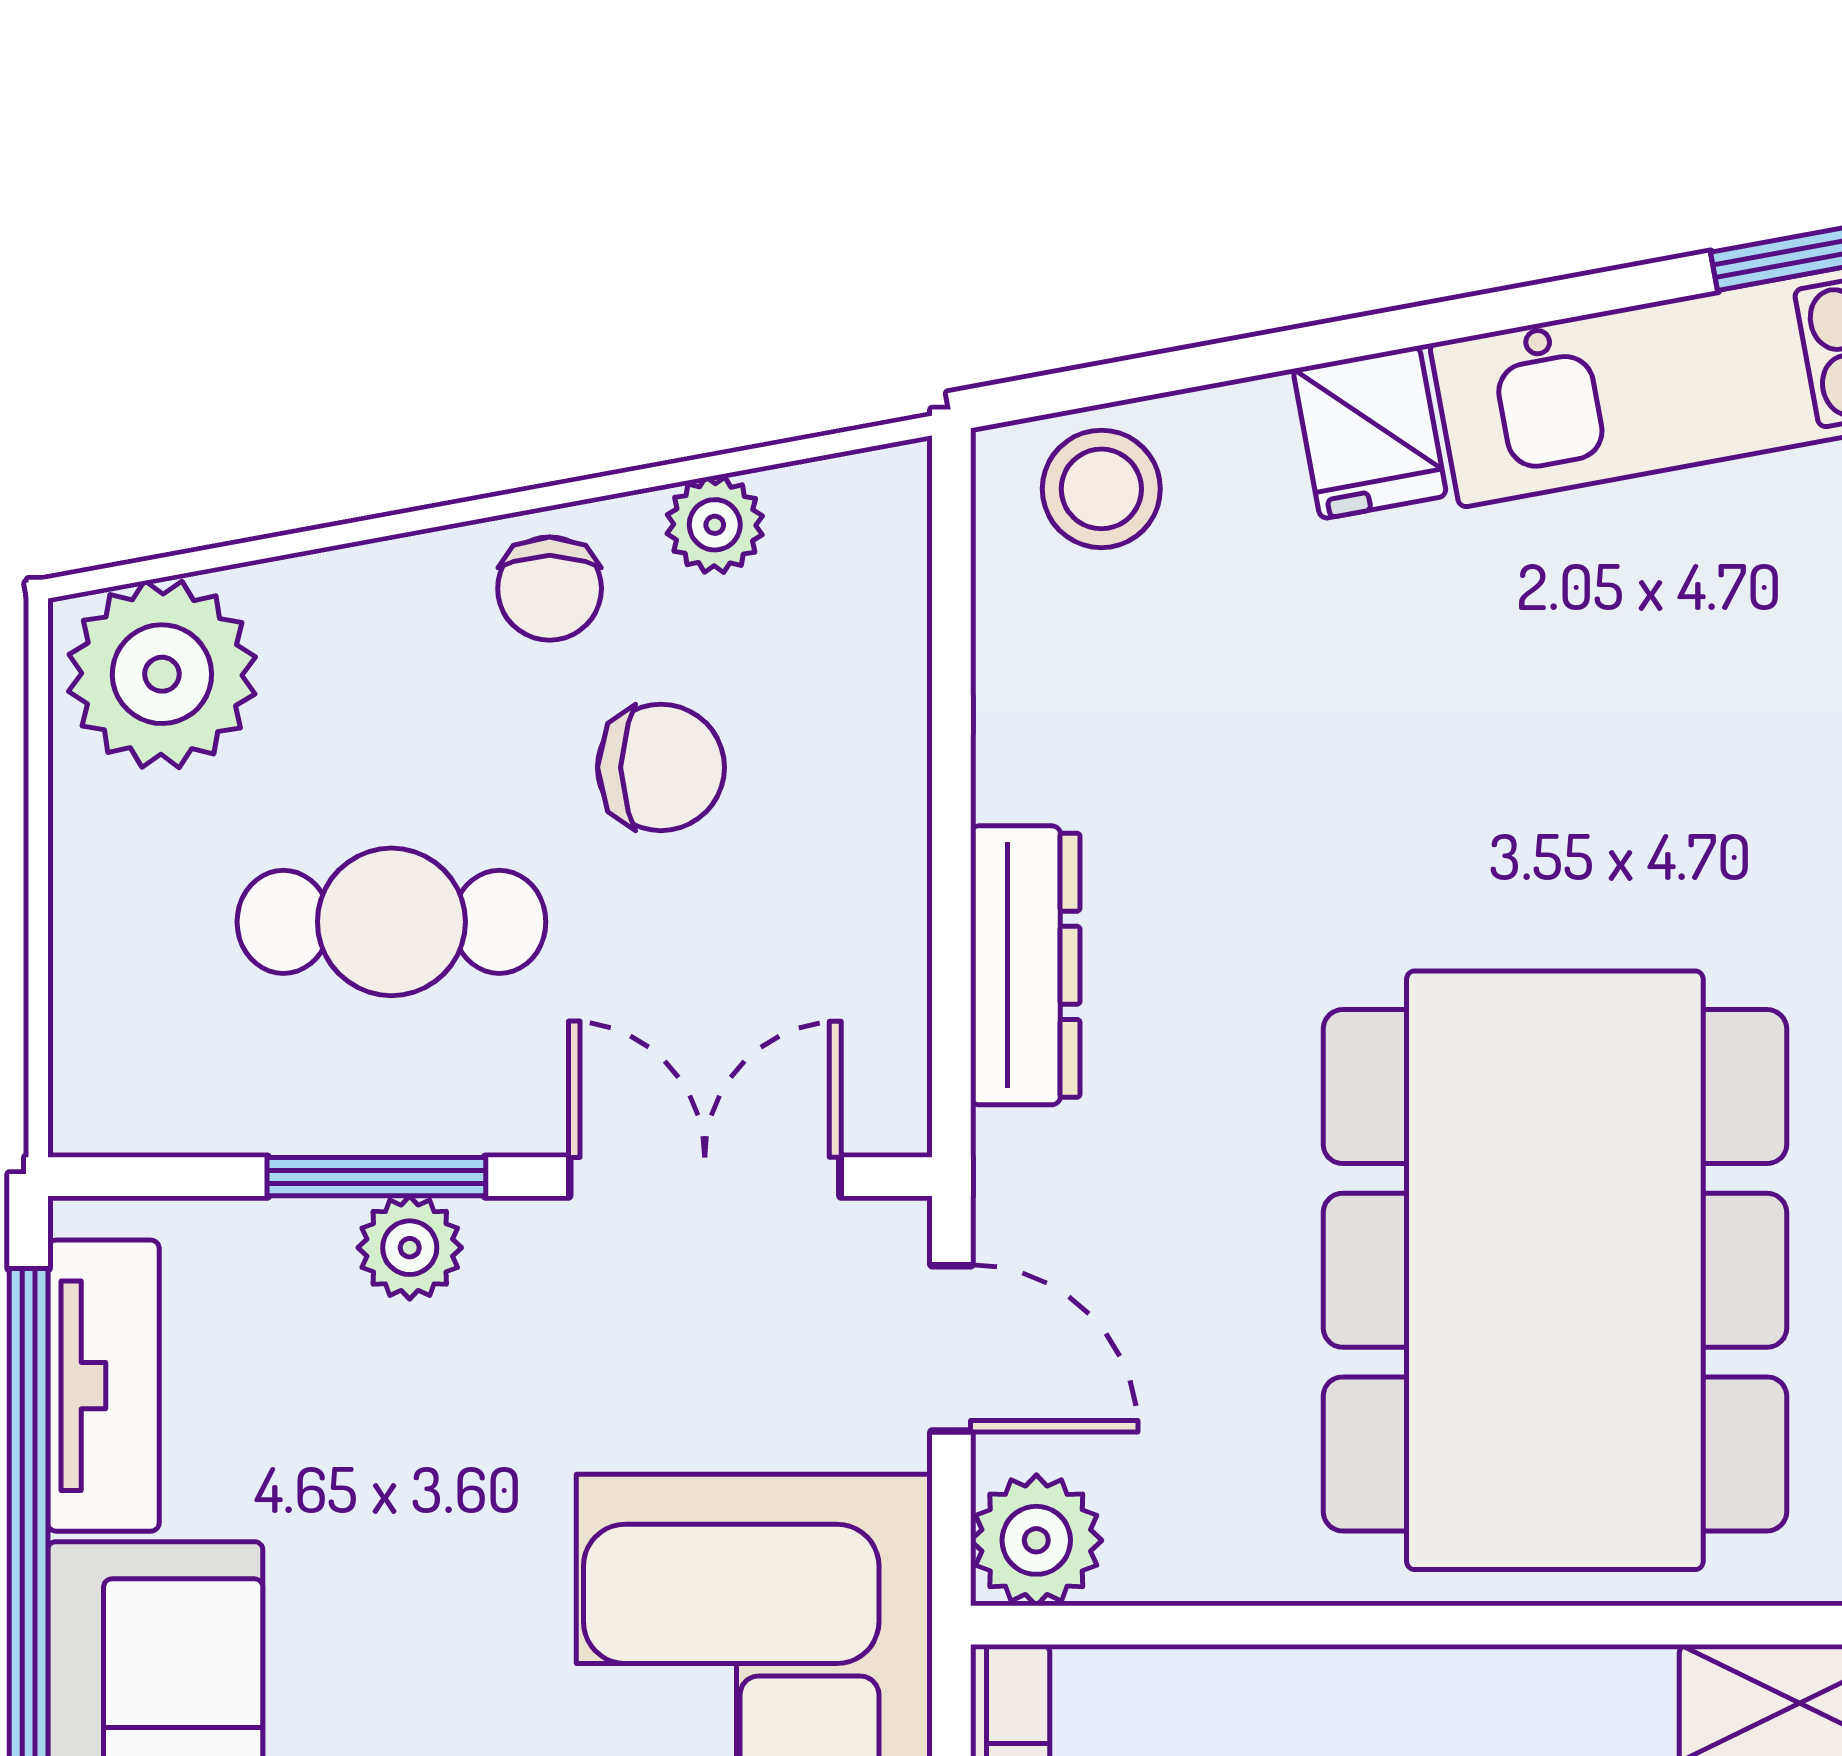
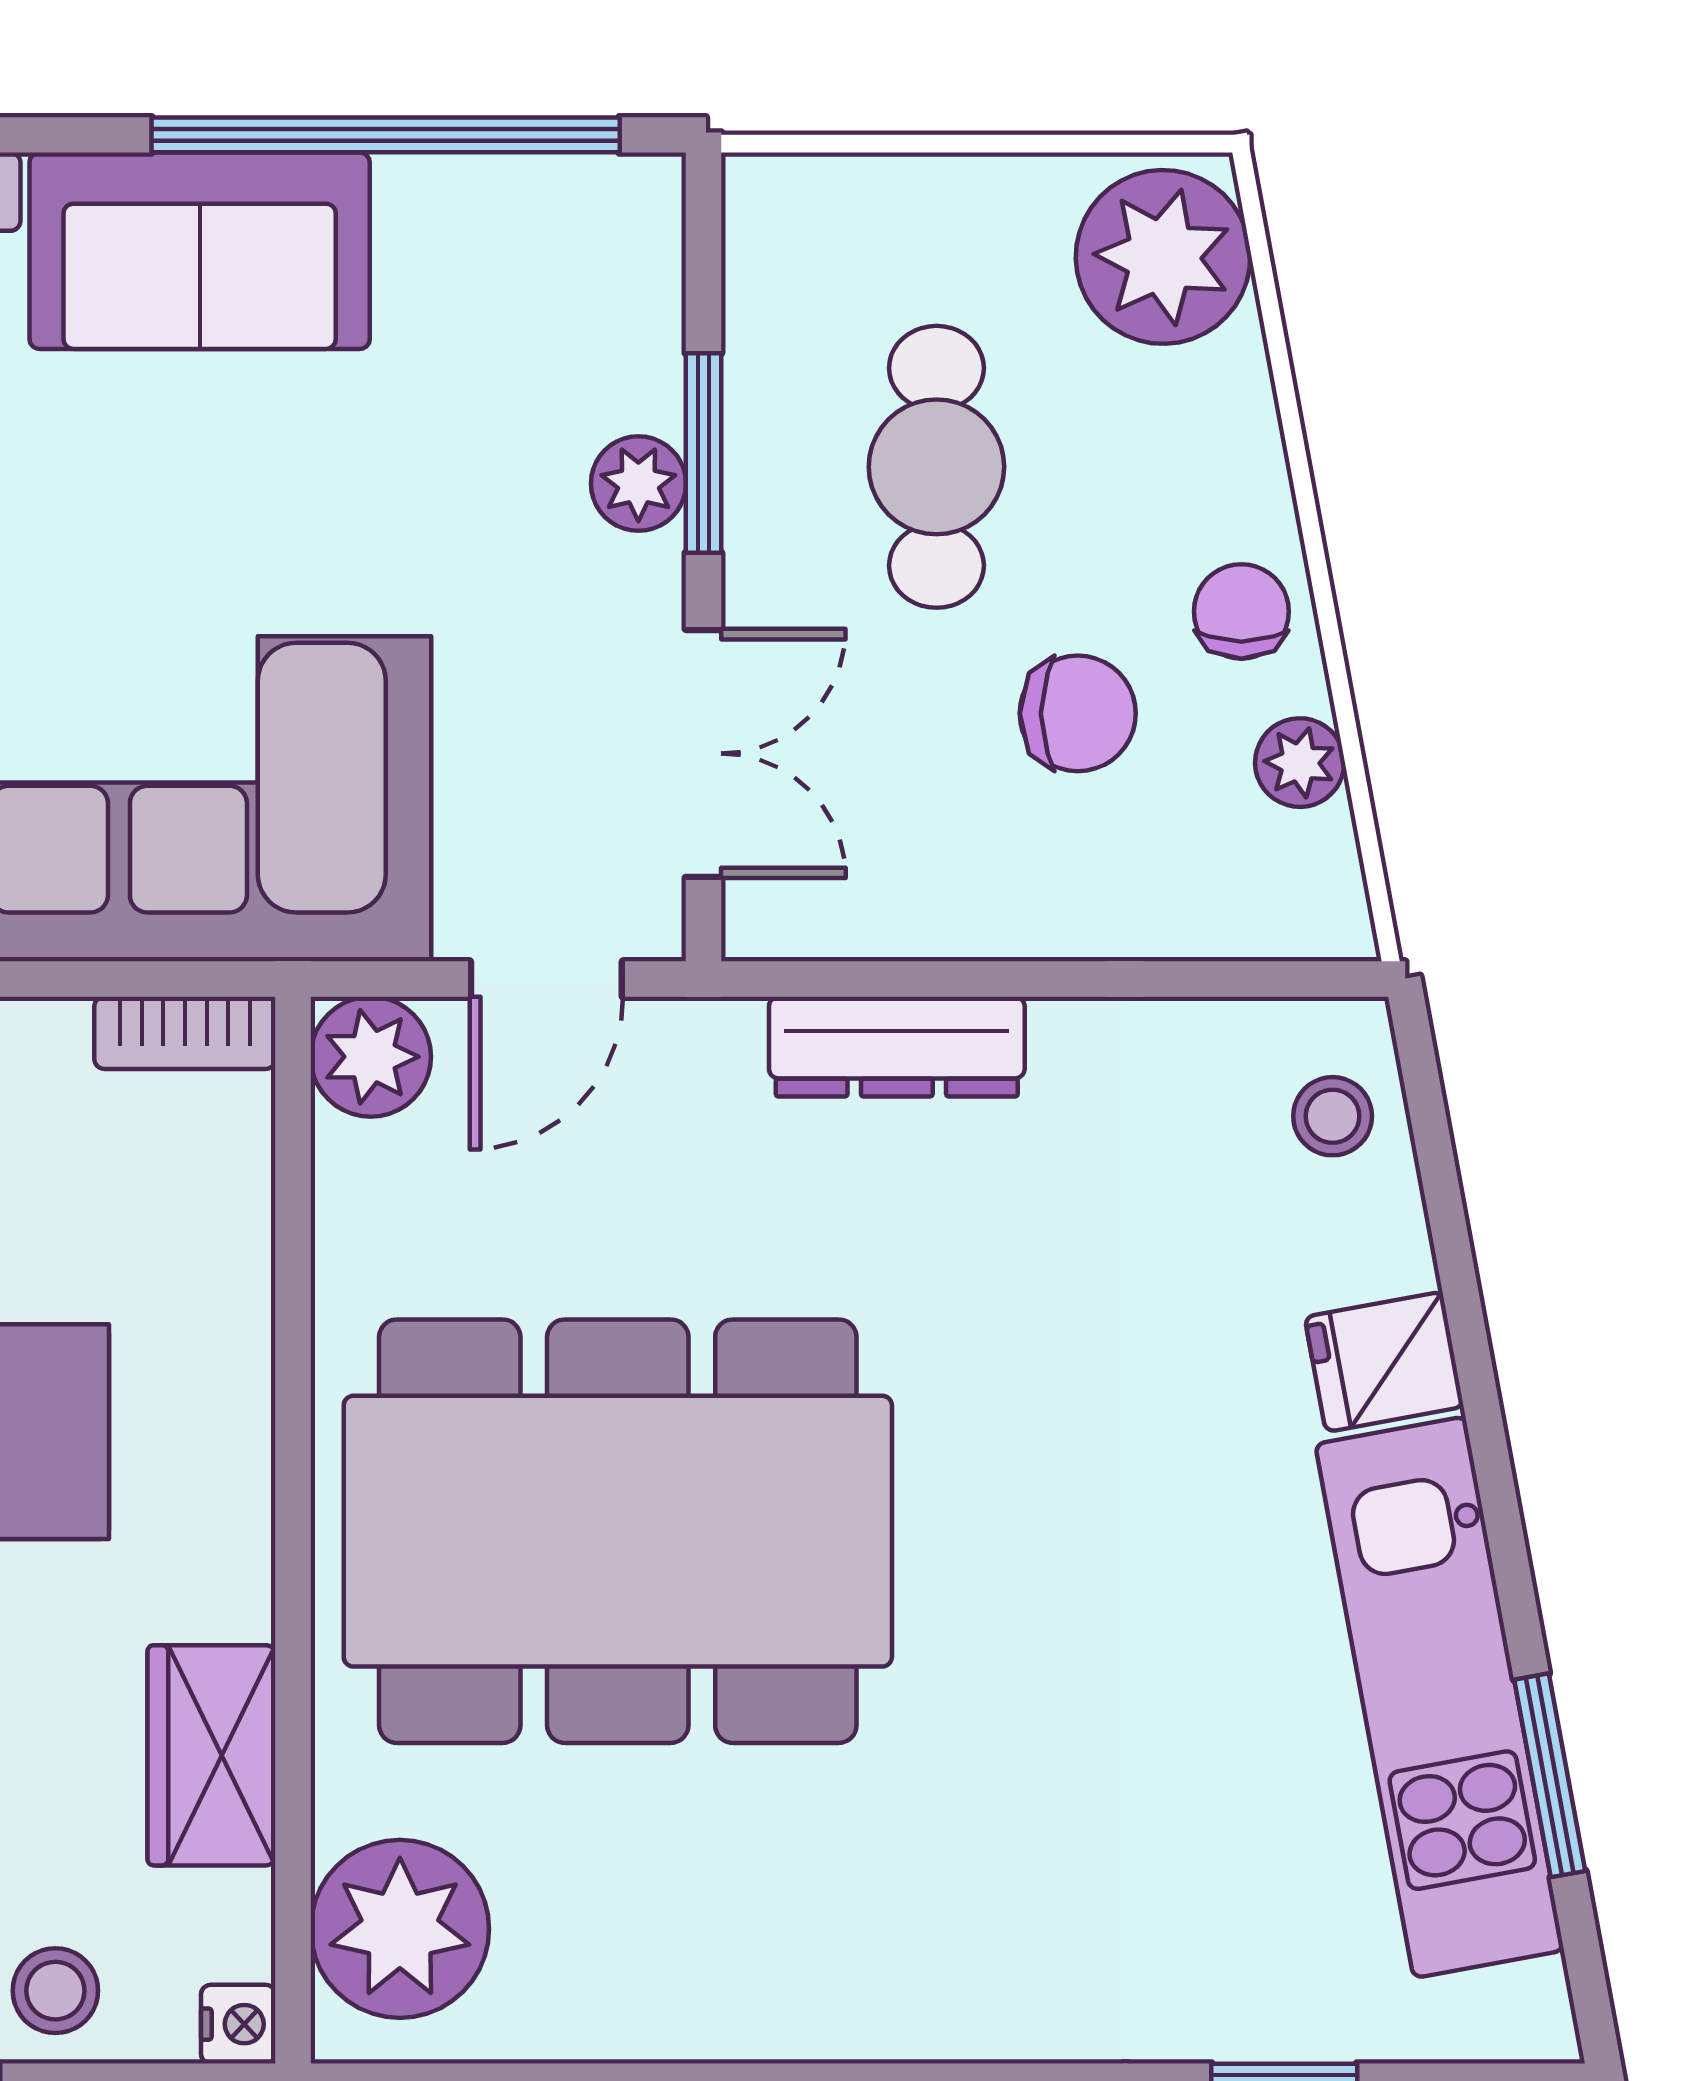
stool: (1101, 489) -> (1333, 1116), width x0.73, depth x0.73
chair: (550, 589) -> (1241, 611), turned 90
chair: (661, 767) -> (1078, 713), turned -90
tv unit: (103, 1386) -> (512, 203), removed

